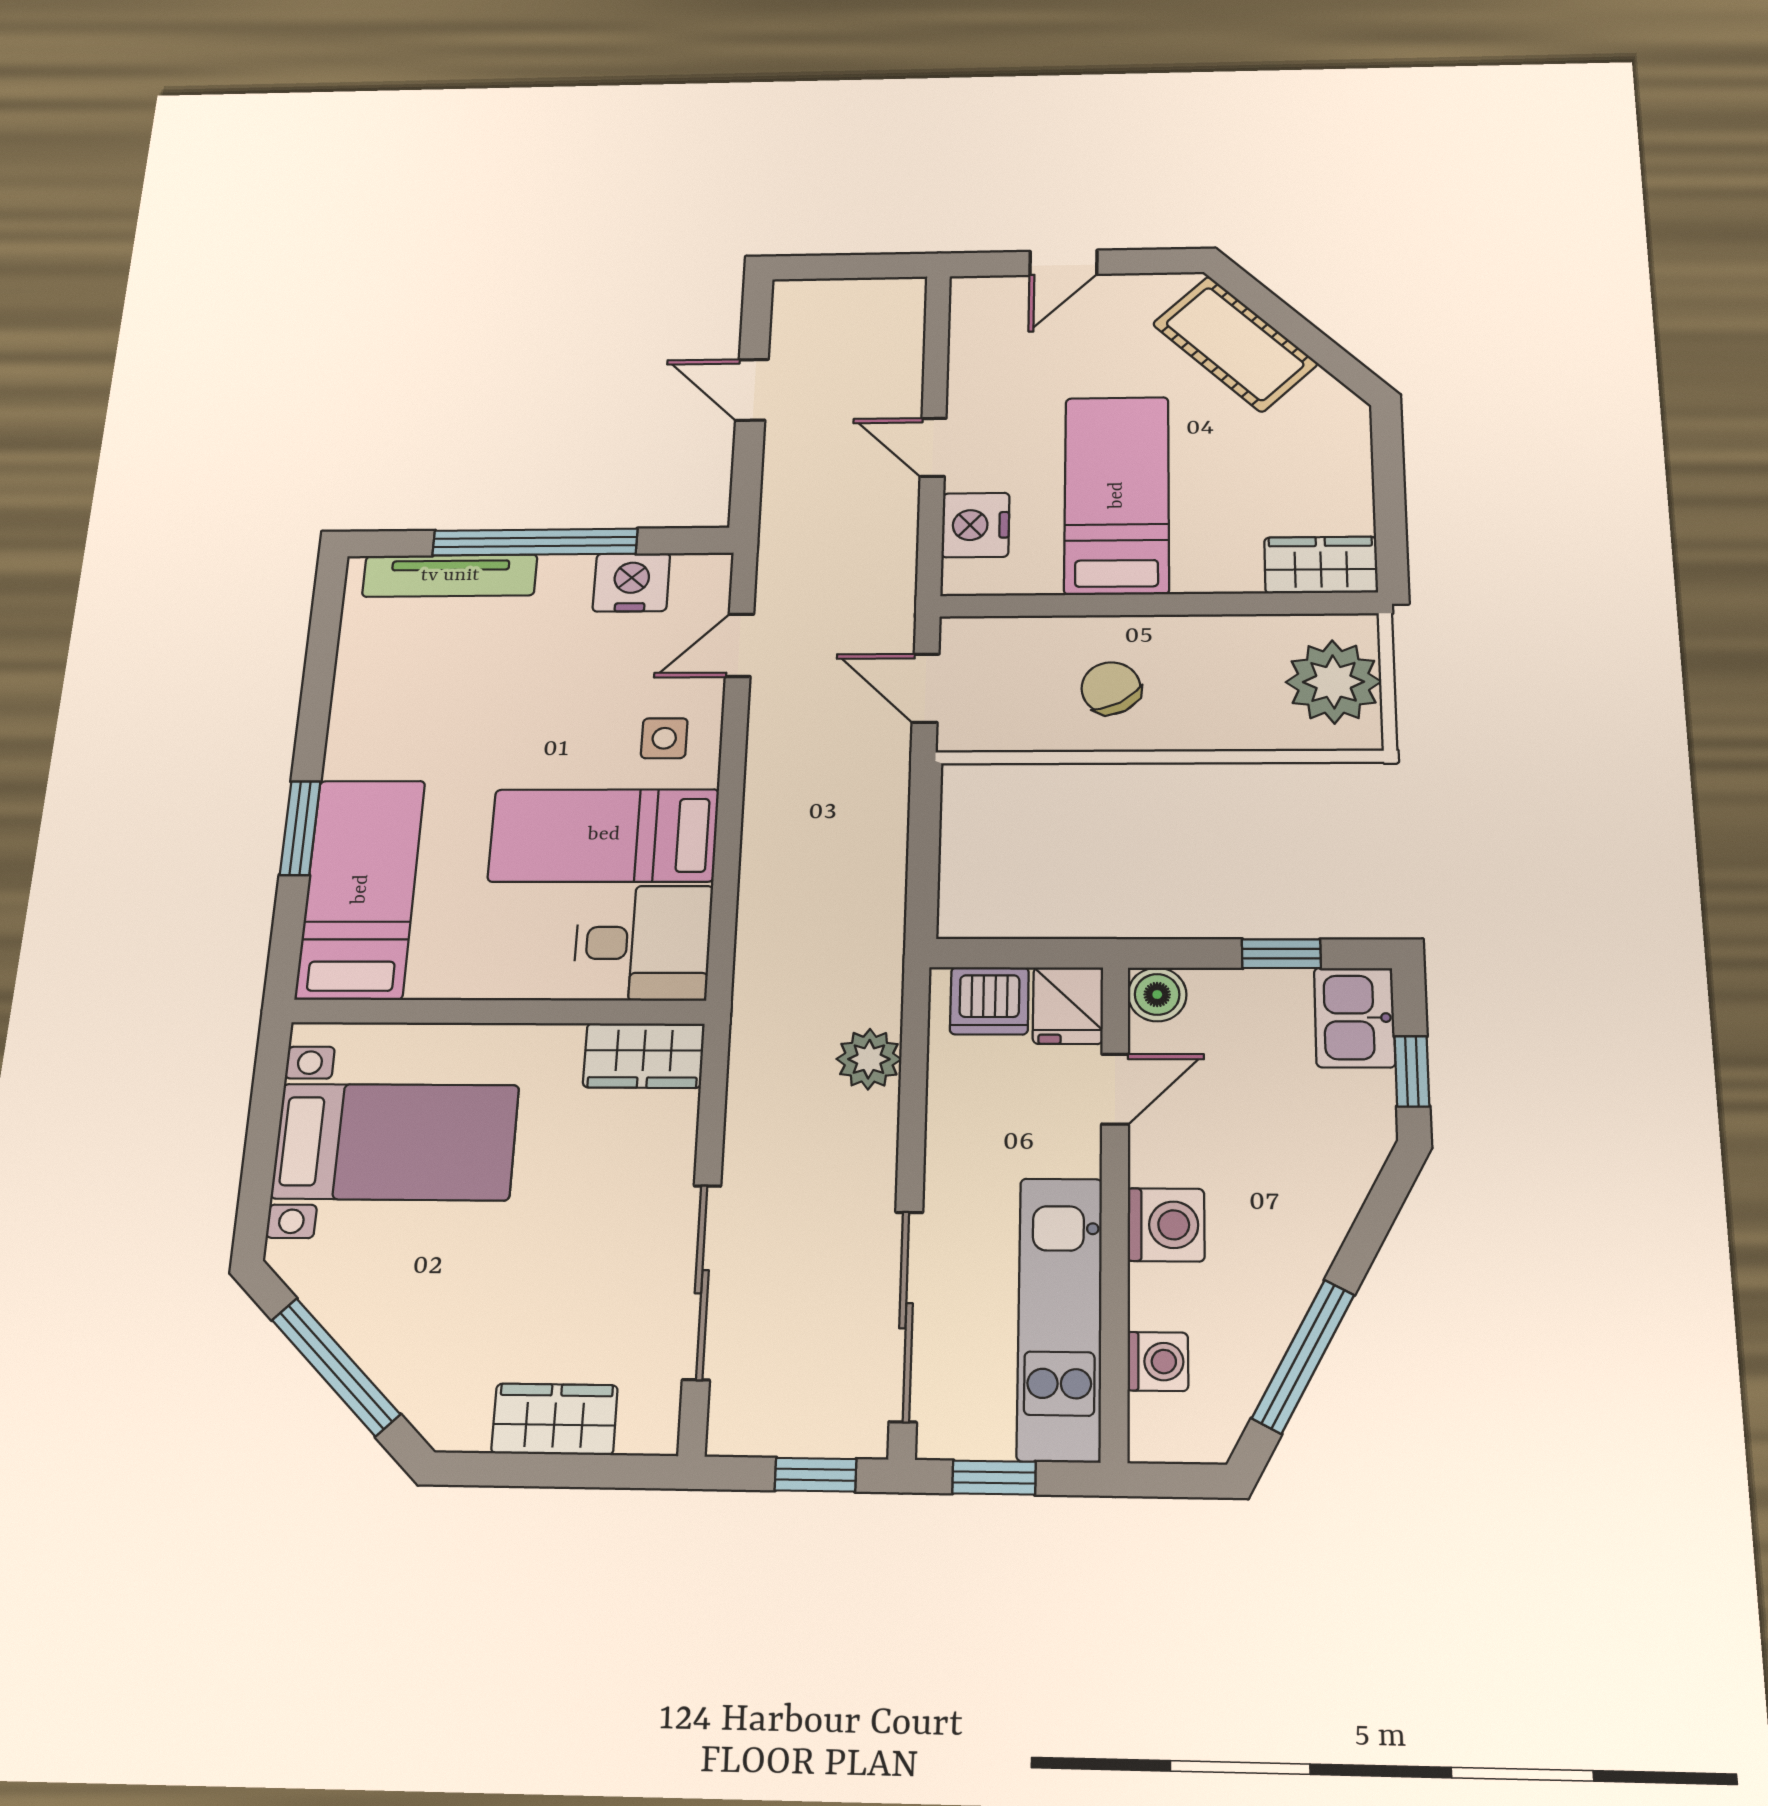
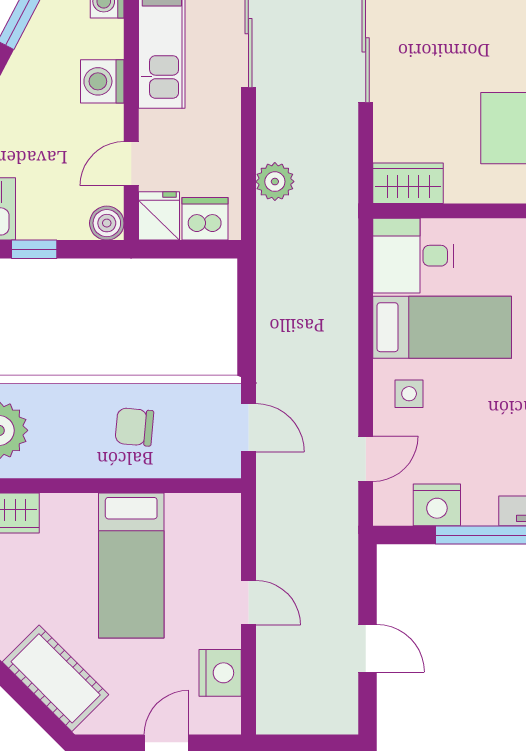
nightstand: (976, 525) -> (220, 673), moved
chair: (1111, 688) -> (134, 427), turned 124

